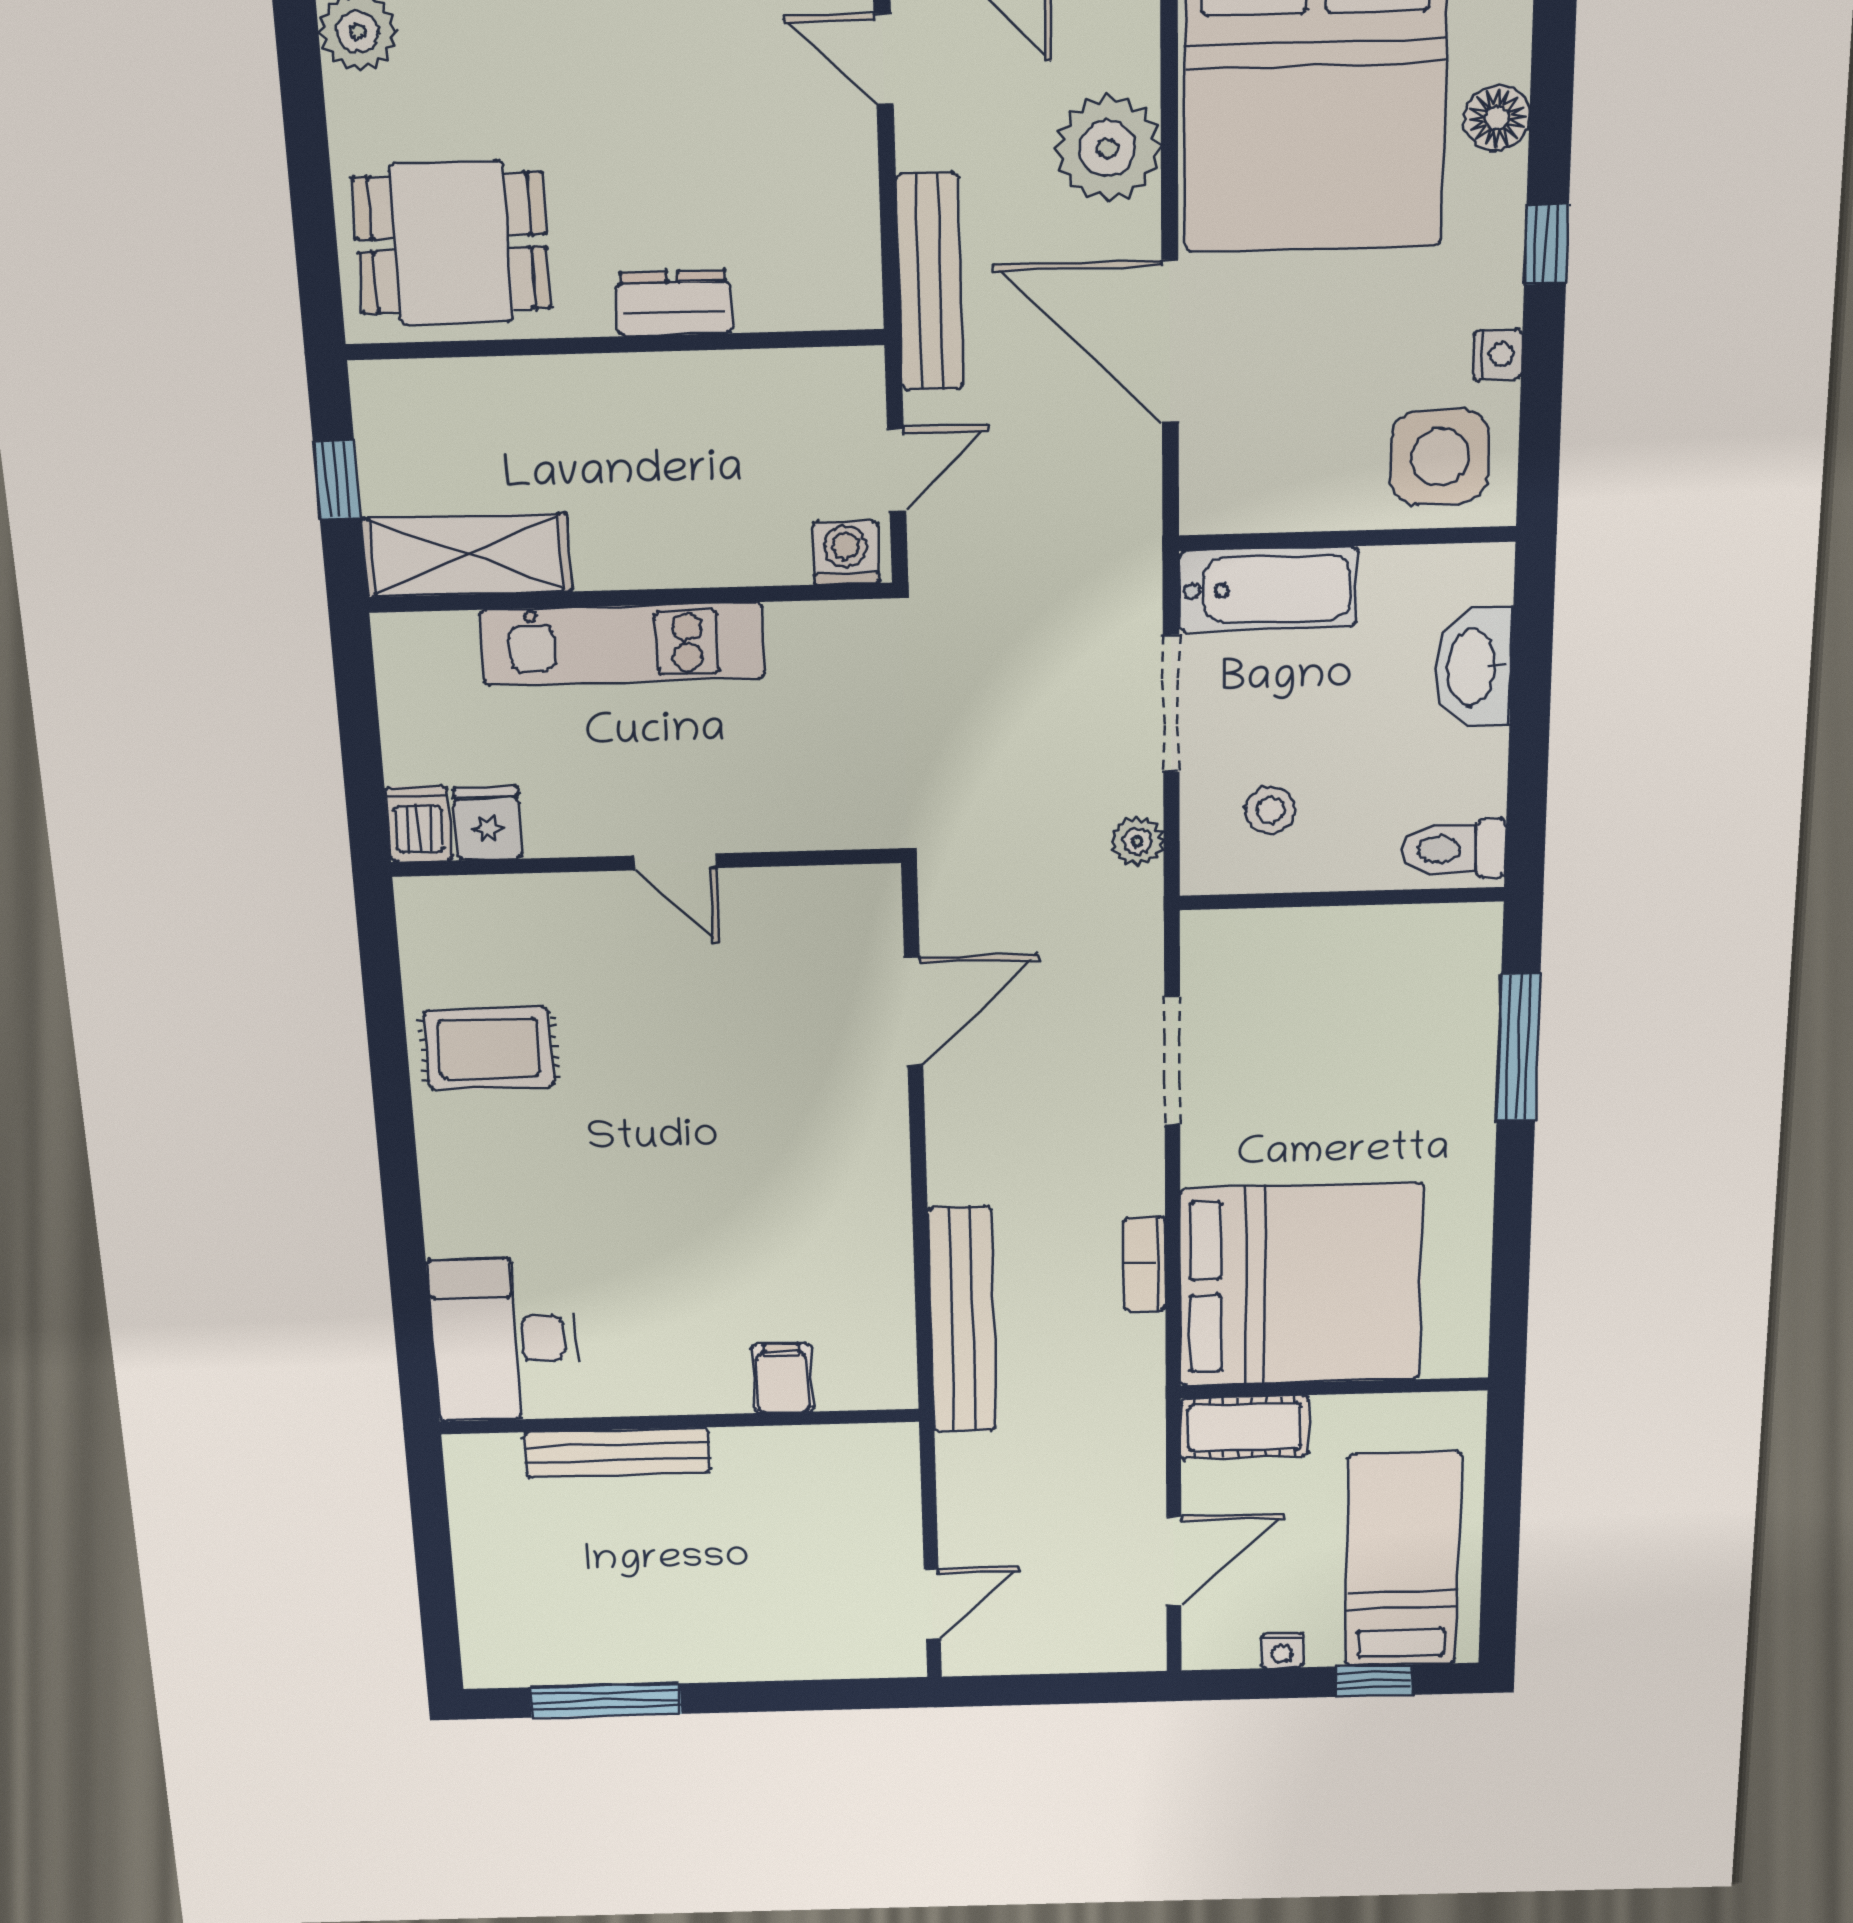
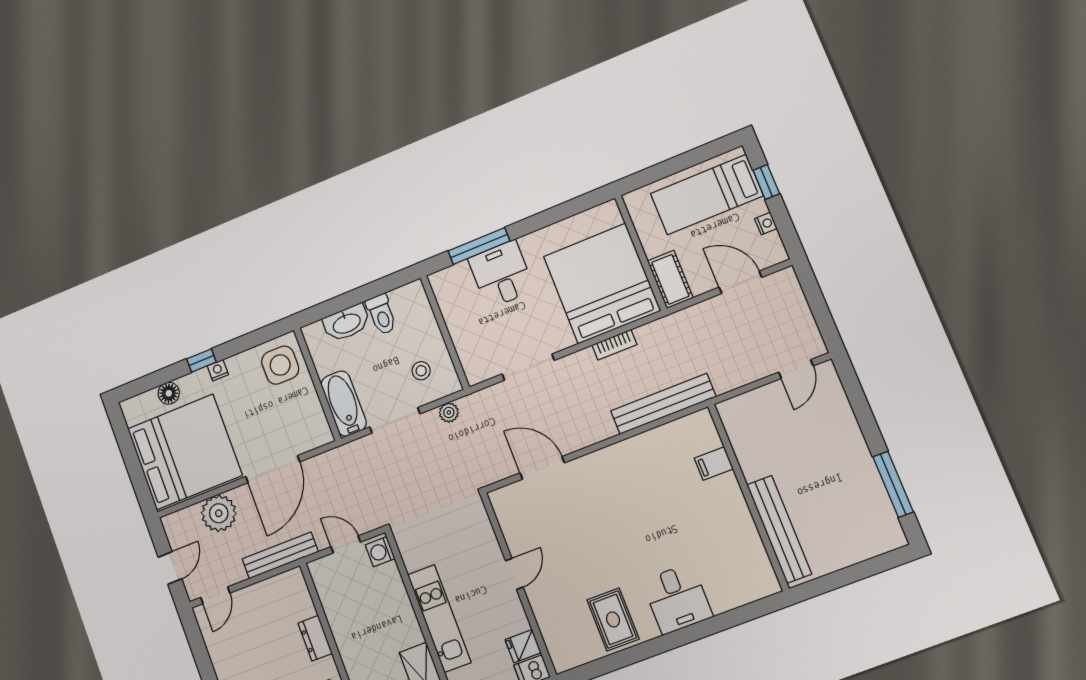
nightstand: (1498, 355) -> (218, 370), moved
toilet: (1453, 849) -> (381, 314), moved
desk: (1425, 1075) -> (501, 274), added
desk: (504, 1339) -> (677, 599), moved, width x0.73
bench: (617, 1452) -> (779, 529), width x1.37, depth x1.21
door: (932, 1604) -> (796, 369), swing flipped

